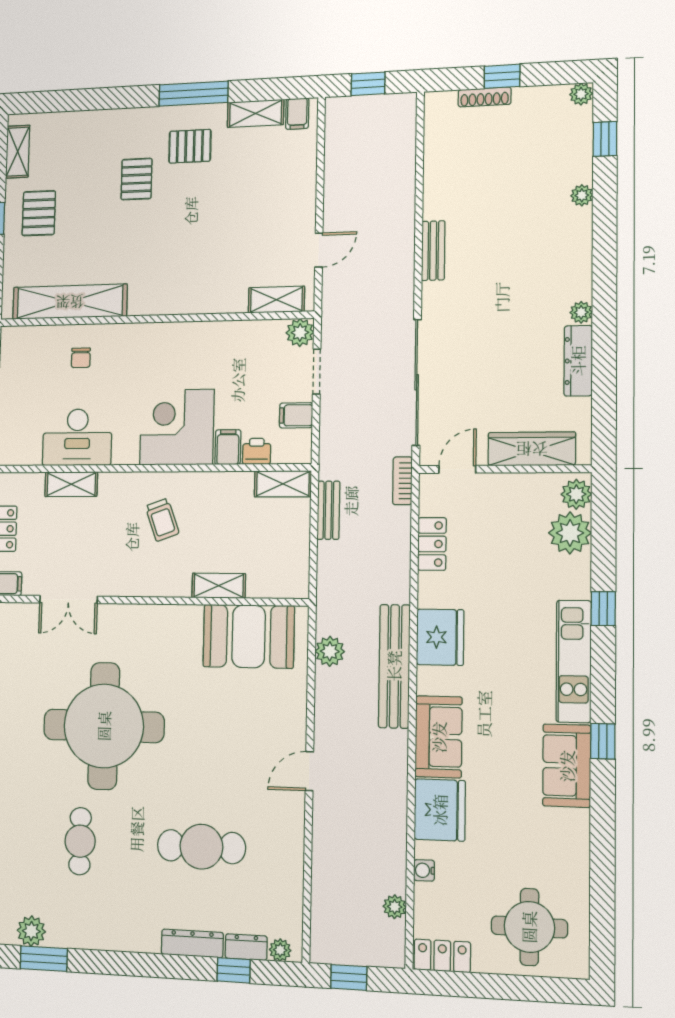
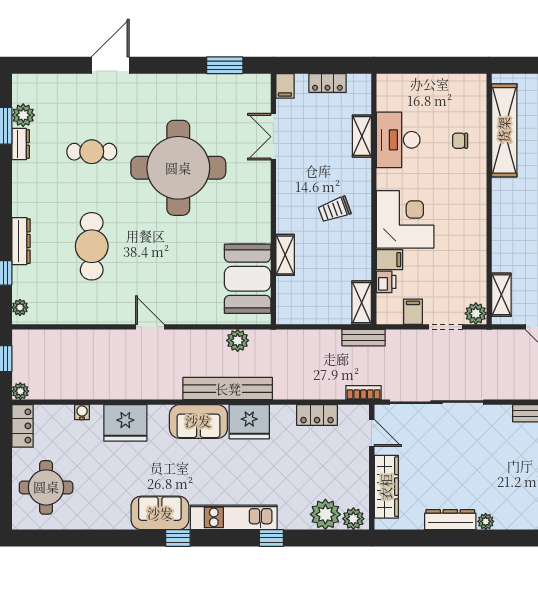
bench: (328, 510) -> (364, 338), moved
sofa: (439, 737) -> (198, 421), moved
plant: (395, 907) -> (20, 391), moved
dresser: (246, 947) -> (21, 144), moved

